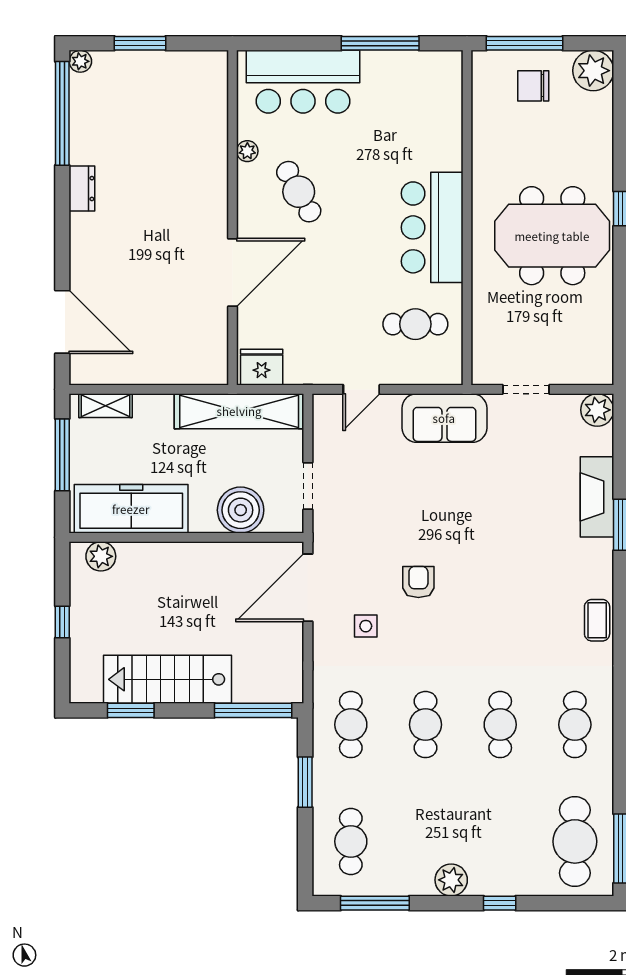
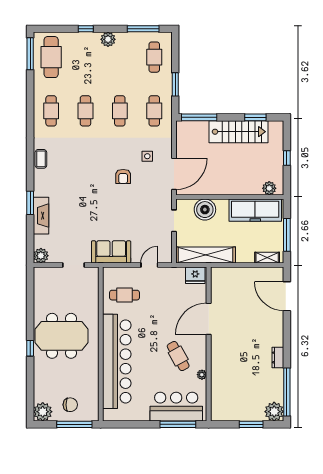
window: (380, 43) -> (178, 424), moved
plant: (80, 61) -> (274, 412), width x1.87, depth x1.87
bar counter: (432, 227) -> (117, 361), width x1.86

